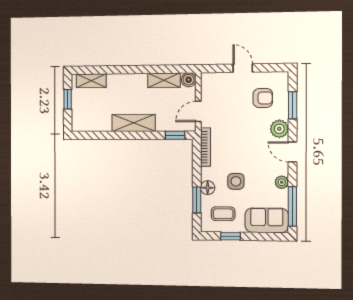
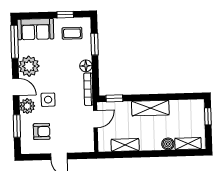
boiler: (189, 80) -> (168, 144), moved
armchair: (263, 98) -> (42, 132), turned 180
window: (68, 99) -> (208, 116), moved
side table: (236, 181) -> (48, 100), moved
plant: (282, 182) -> (29, 66), width x1.88, depth x1.88
floor lamp: (208, 188) -> (86, 66), moved

